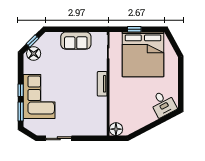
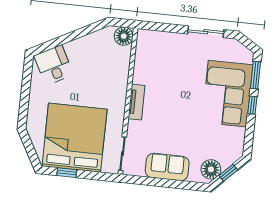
window: (134, 29) -> (67, 173), moved
floor lamp: (34, 54) -> (211, 169), moved

